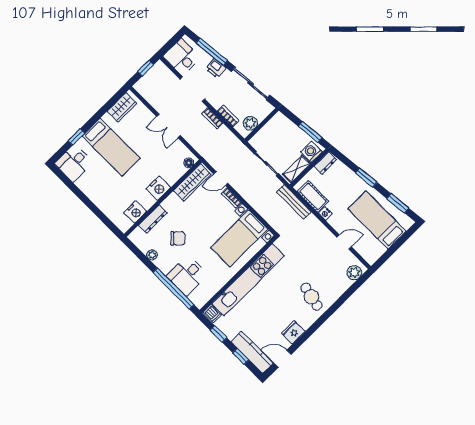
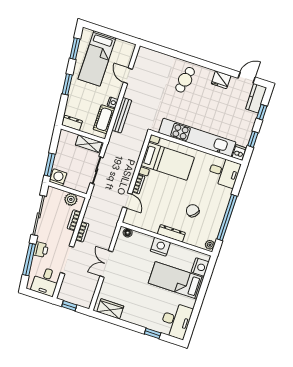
double door: (168, 126) -> (106, 264), swing flipped
window: (310, 132) -> (50, 165), moved
bed: (111, 147) -> (176, 280), moved, turned -90
washing machine: (312, 152) -> (58, 177), moved, turned 180
desk: (74, 163) -> (176, 321), width x1.37
wardrobe: (192, 182) -> (142, 222), removed
bench: (294, 202) -> (122, 115), moved
nightstand: (135, 212) -> (200, 267), moved, turned 90
dresser: (153, 219) -> (171, 233), moved
plant: (152, 255) -> (210, 245), moved
plant: (354, 273) -> (148, 55), removed
desk: (187, 275) -> (224, 172), moved
window: (173, 289) -> (227, 217), moved
kitchen counter: (252, 352) -> (256, 98), width x0.67
door: (283, 359) -> (247, 78), swing flipped

